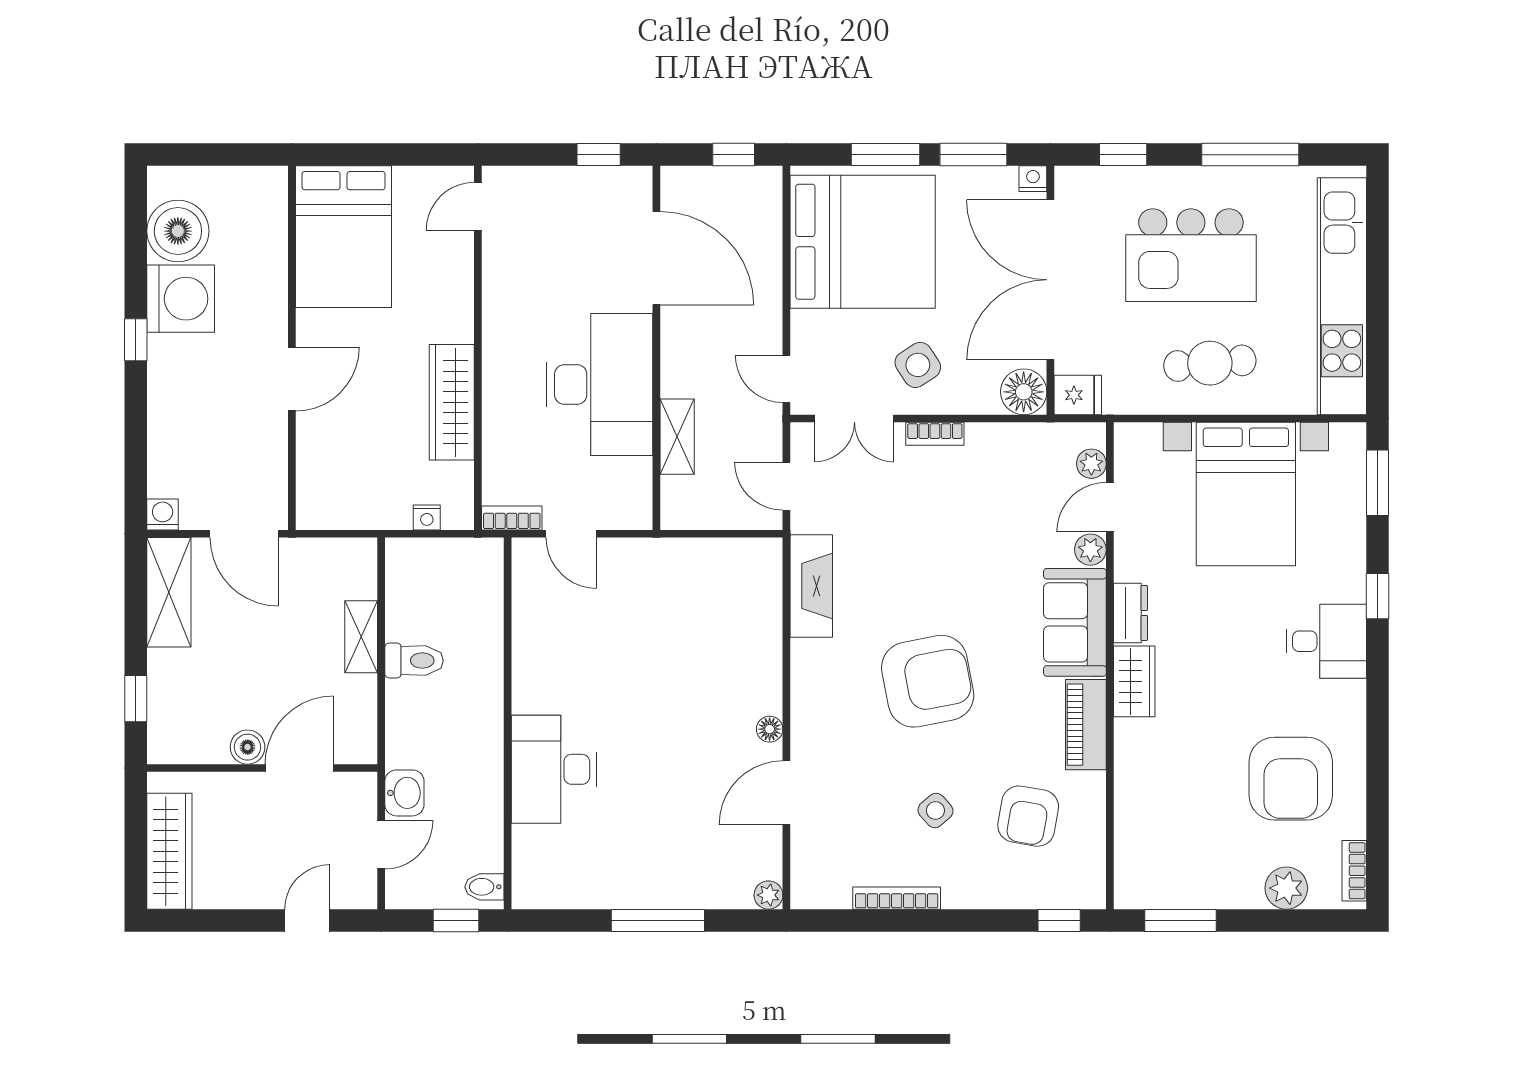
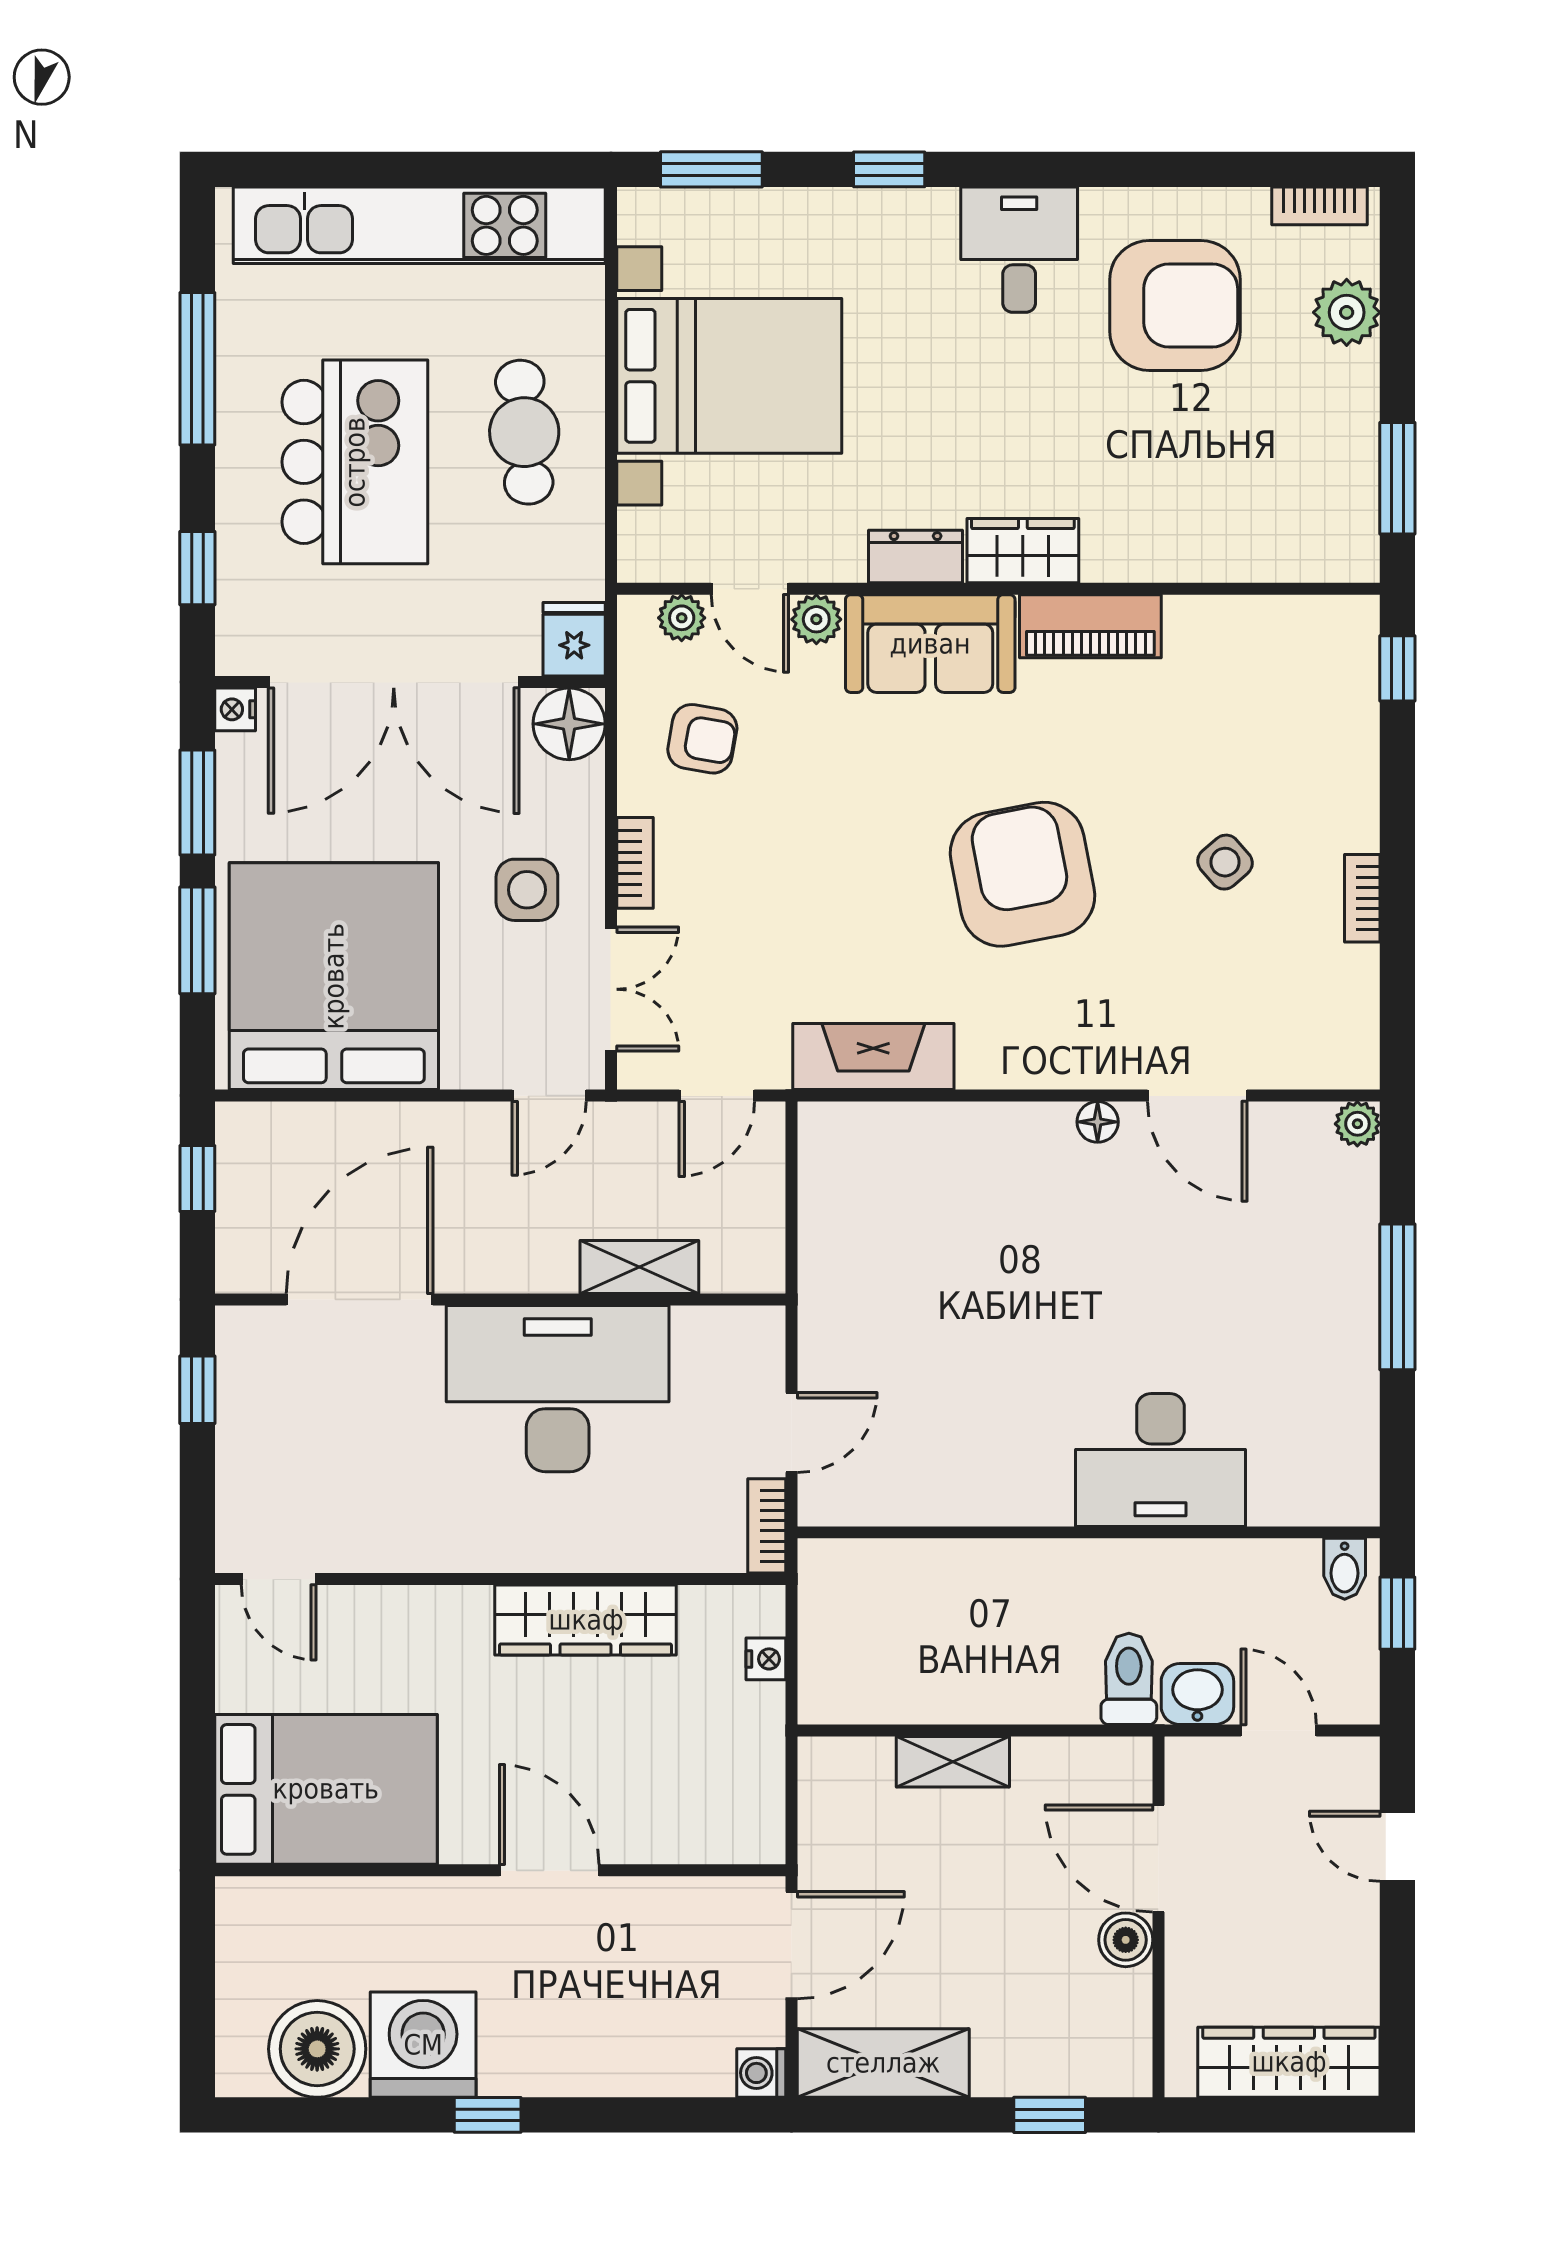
side table: (918, 365) -> (527, 890), turned 33
desk: (1326, 641) -> (1019, 250), moved
toilet: (414, 661) -> (1129, 1679), moved
armchair: (1028, 816) -> (702, 739), moved, width x0.72, depth x0.72
bookcase: (897, 898) -> (1362, 898), width x0.64

